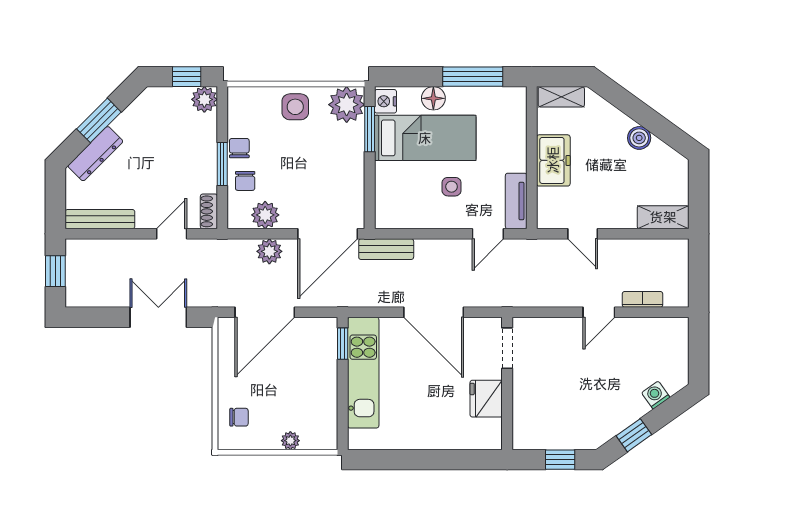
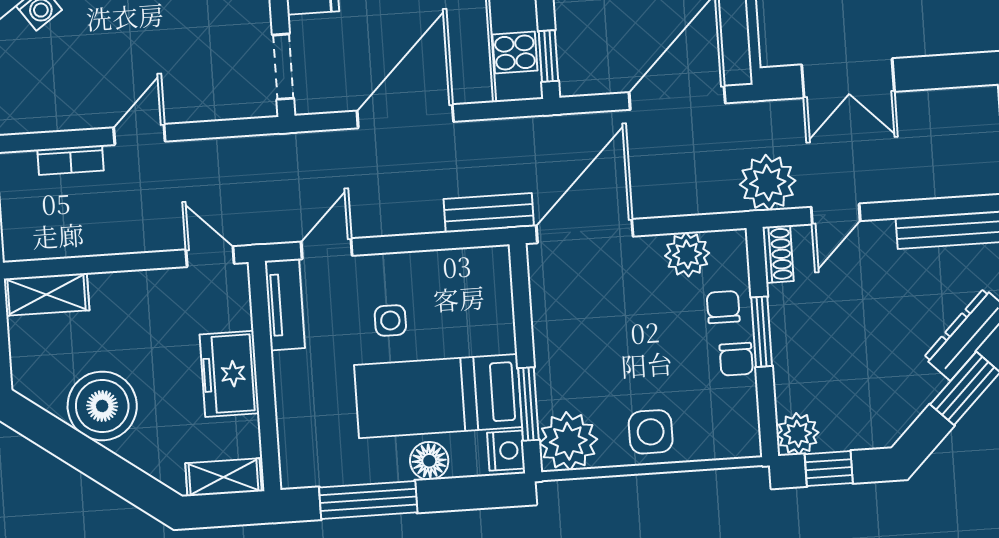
boiler: (639, 138) -> (102, 406), width x1.86, depth x1.86
door: (583, 234) -> (210, 257), moved
plant: (269, 251) -> (768, 183), moved, width x1.36, depth x1.36
door: (434, 312) -> (405, 116), hinge flipped

